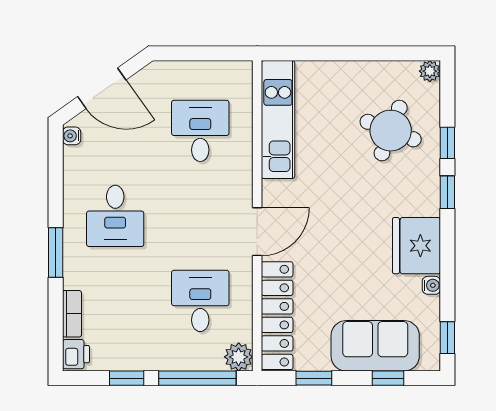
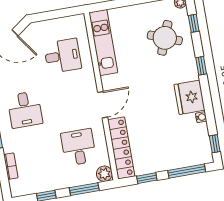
desk: (200, 131) -> (63, 56), turned 90
window: (447, 143) -> (194, 23), moved
sofa: (375, 346) -> (177, 155), removed
printer: (76, 354) -> (17, 187), removed
window: (197, 378) -> (84, 189), width x0.69
window: (388, 378) -> (187, 171), width x2.17

